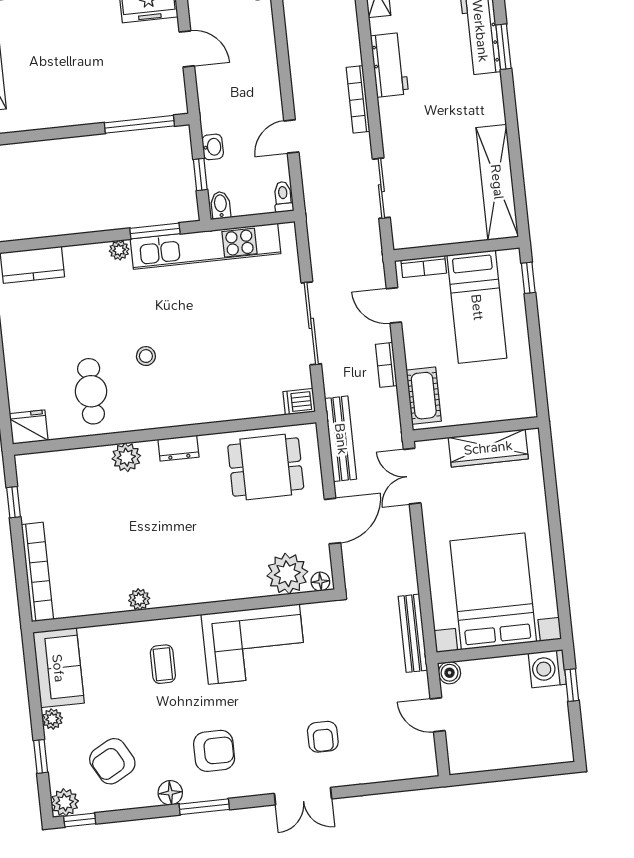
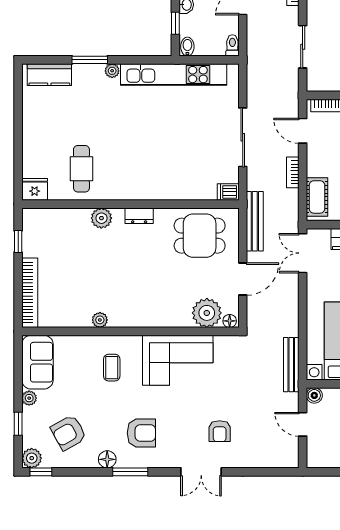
window: (155, 231) -> (90, 60), moved
stool: (146, 356) -> (123, 148), removed

